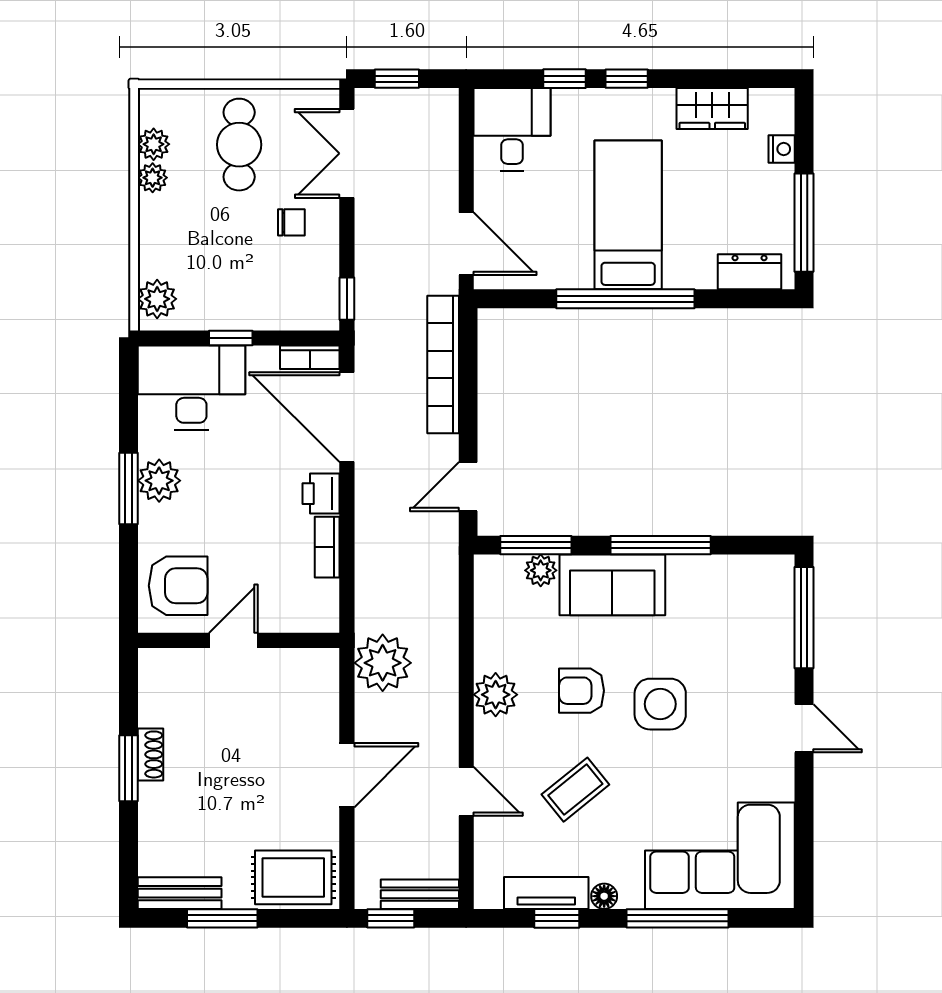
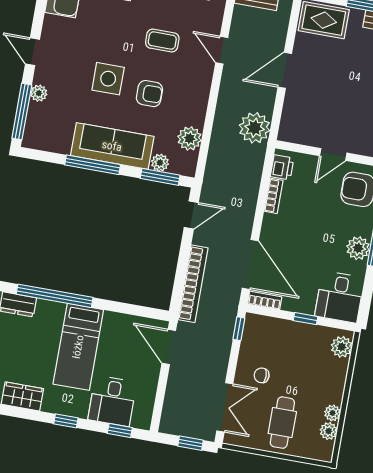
window: (565, 79) -> (120, 431), moved
desk: (512, 129) -> (112, 401), moved
window: (625, 299) -> (55, 296), moved
desk: (191, 388) -> (340, 297), width x0.73
printer: (321, 494) -> (282, 167), moved
sofa: (612, 585) -> (112, 146), width x1.36
plant: (780, 656) -> (39, 93), added
plant: (496, 695) -> (190, 138), moved
coffee table: (575, 790) -> (162, 41), turned 39

